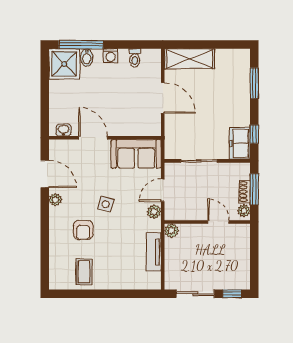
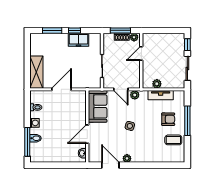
shower: (64, 64) -> (40, 153), removed
window: (254, 134) -> (74, 30), moved
freezer: (240, 143) -> (79, 40), moved
door: (45, 174) -> (110, 165), hinge flipped
armchair: (83, 230) -> (168, 119), moved
plant: (171, 231) -> (157, 84), moved
window: (114, 294) -> (187, 121), added

